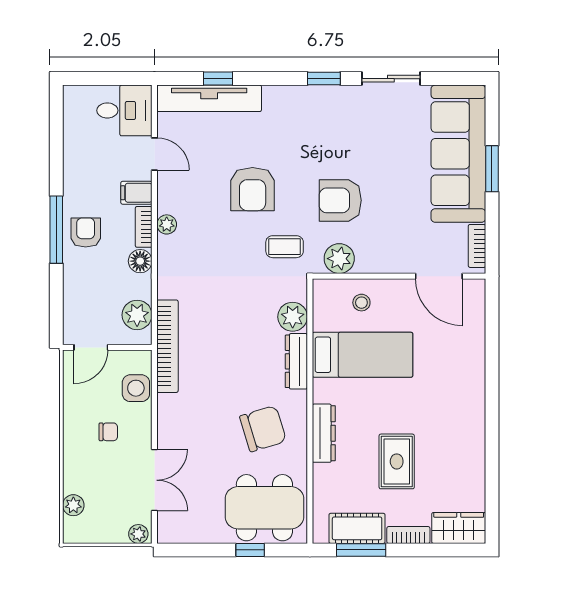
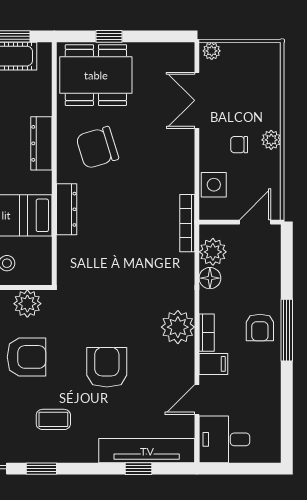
door: (154, 154) -> (197, 400), hinge flipped
plant: (167, 224) -> (178, 327), width x1.87, depth x1.87
coffee table: (285, 247) -> (53, 419), moved
floor lamp: (140, 261) -> (210, 278), moved
plant: (293, 317) -> (70, 250), removed
bookcase: (167, 346) -> (187, 223), width x0.68, depth x0.76
plant: (73, 505) -> (271, 140), moved

